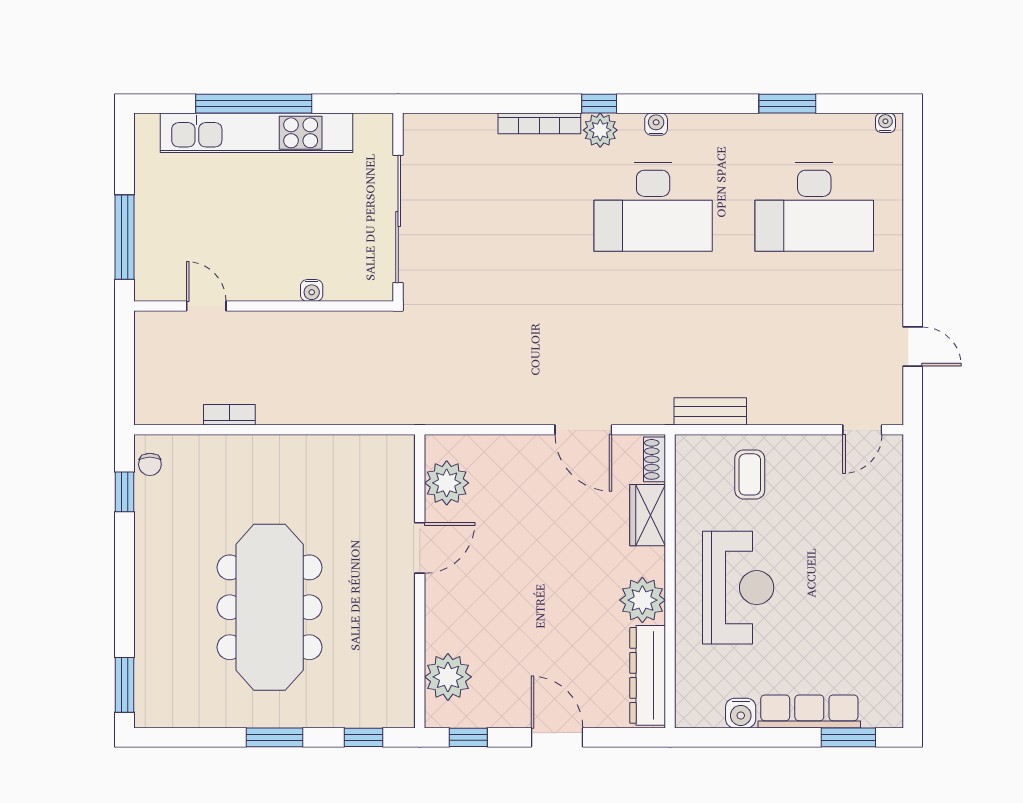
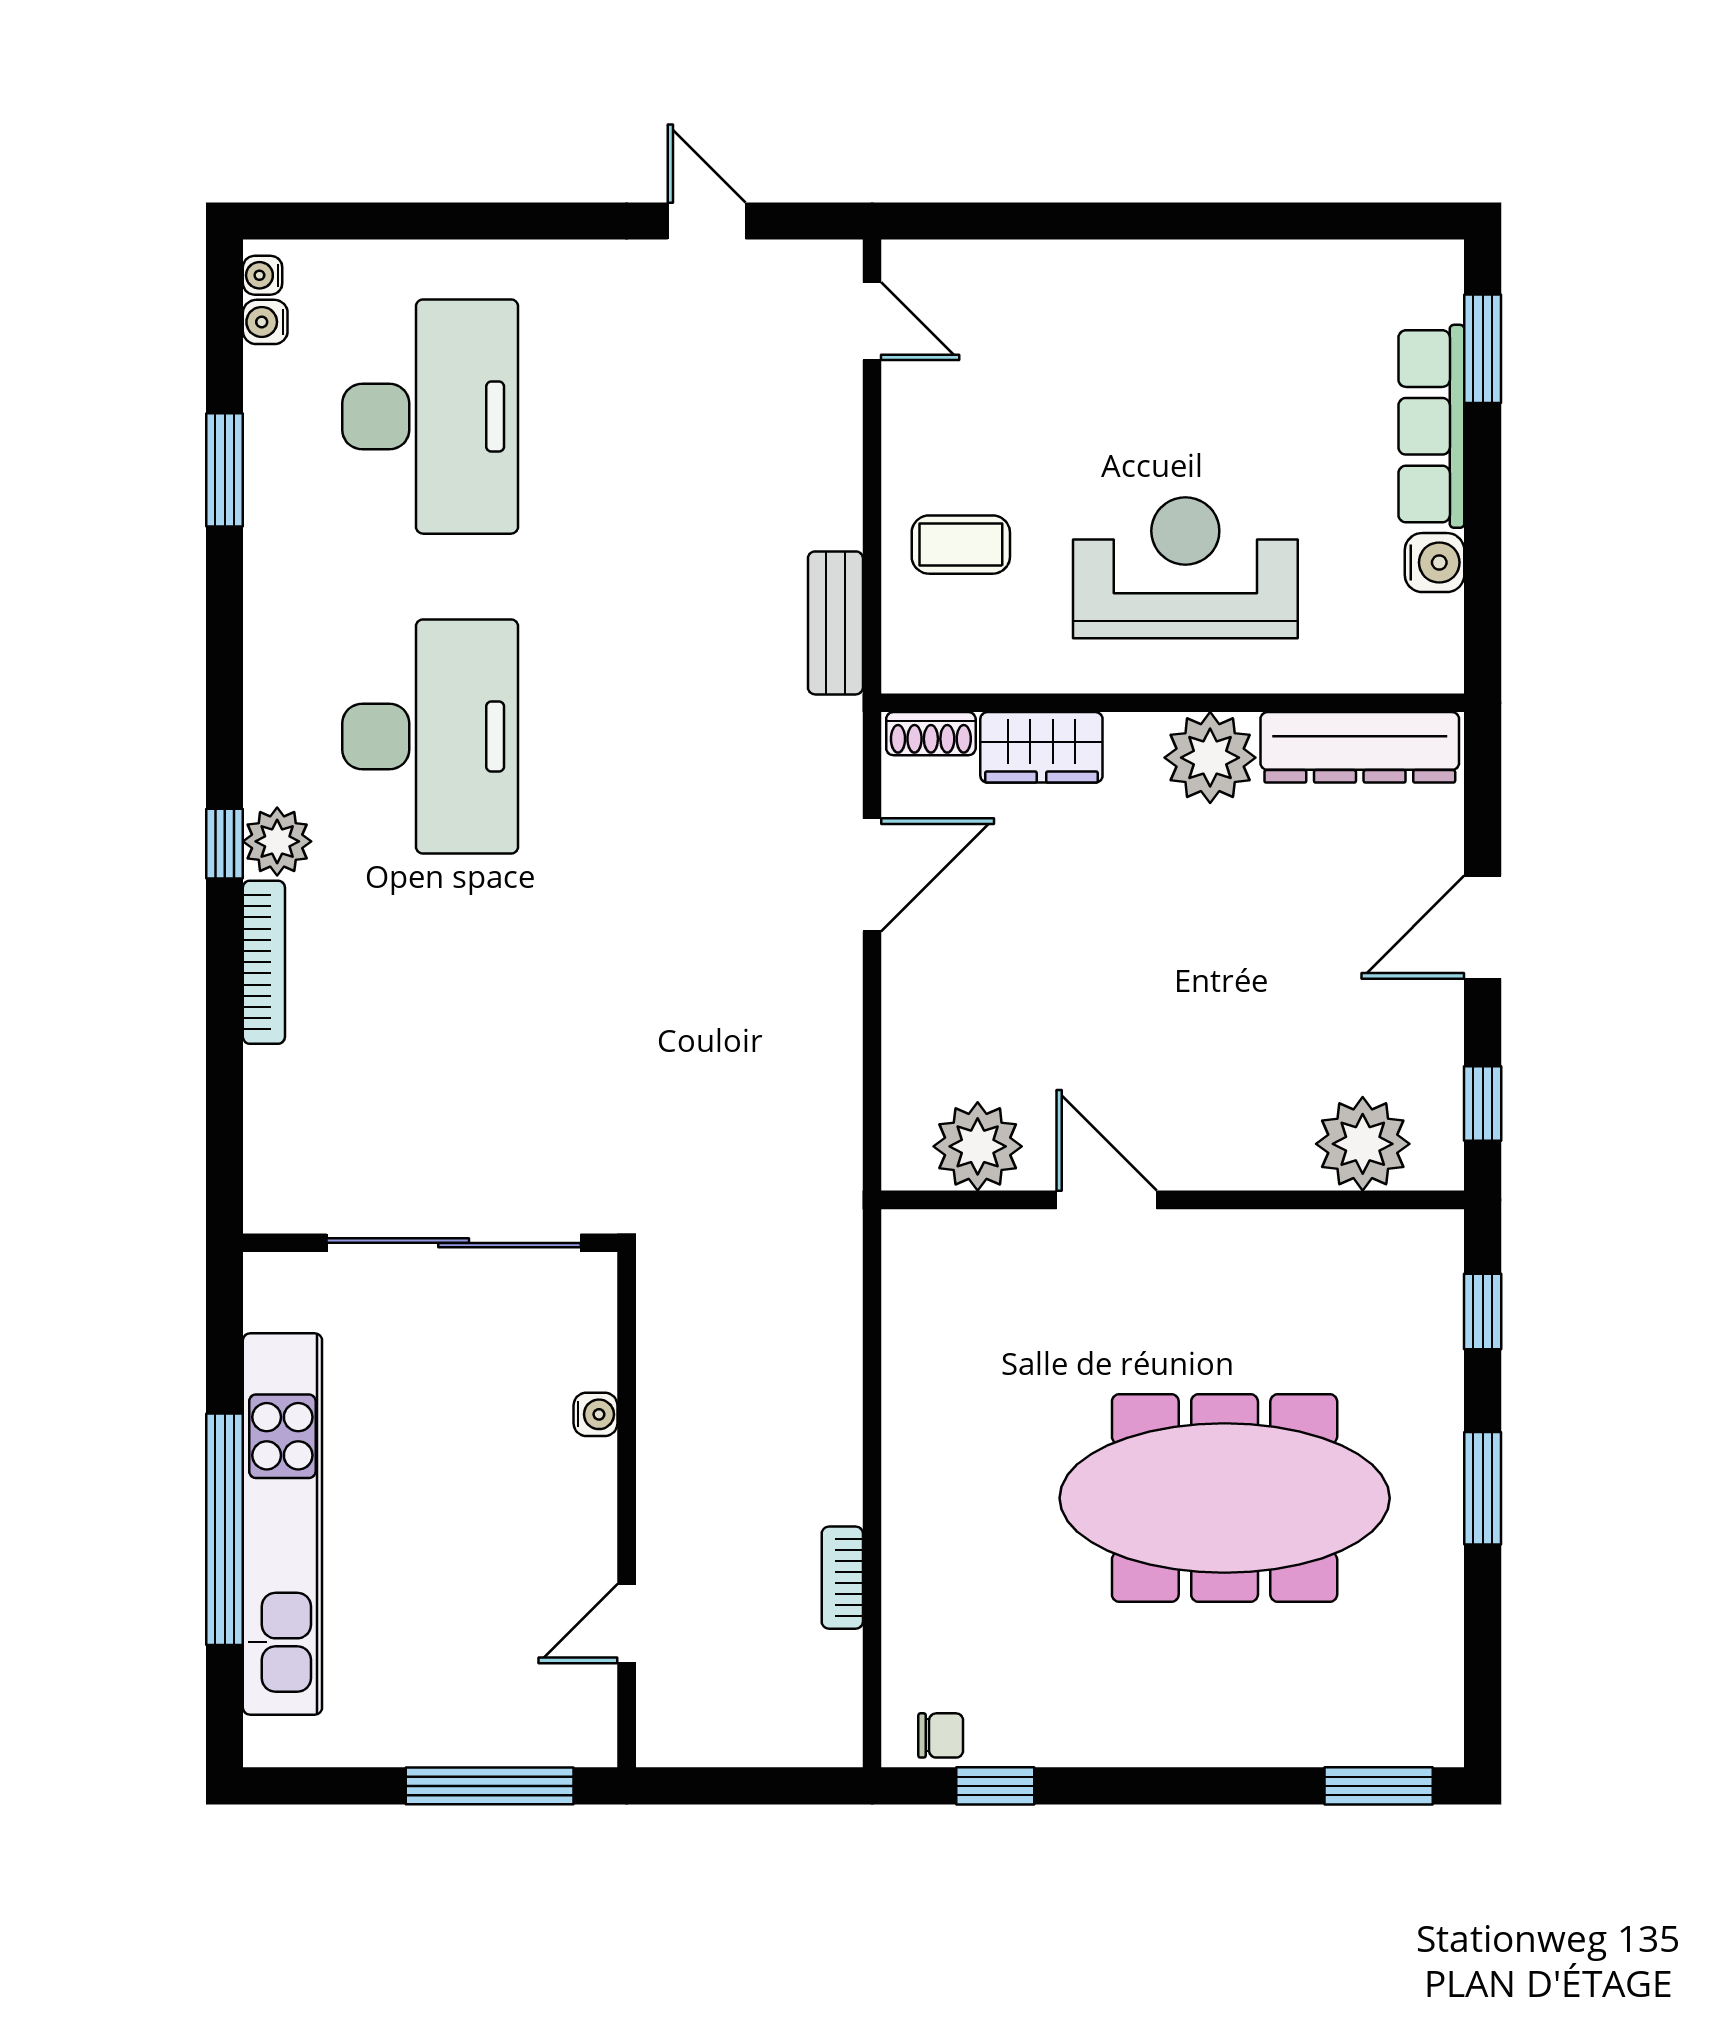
water cooler: (656, 124) -> (265, 322), moved
door: (913, 346) -> (707, 221), hinge flipped

